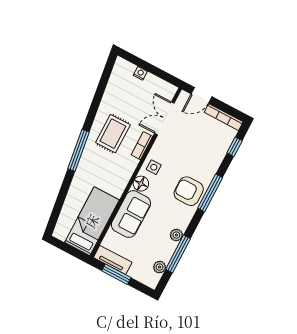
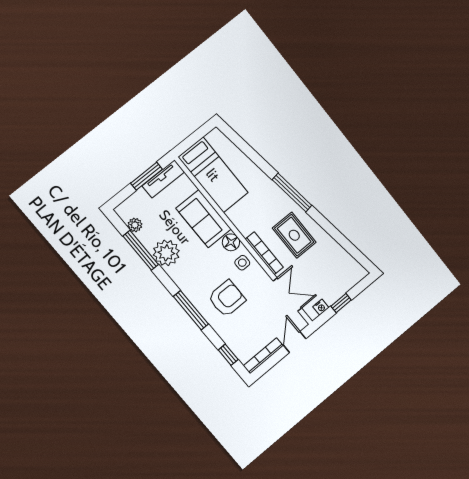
window: (153, 70) -> (341, 303), added
nightstand: (140, 73) -> (321, 307), moved
bookcase: (142, 146) -> (264, 253), width x1.56
armchair: (189, 191) -> (227, 299), moved
plant: (176, 235) -> (166, 253), width x1.88, depth x1.88

